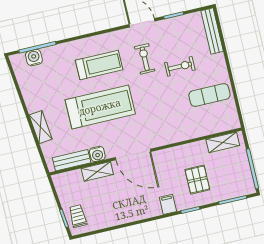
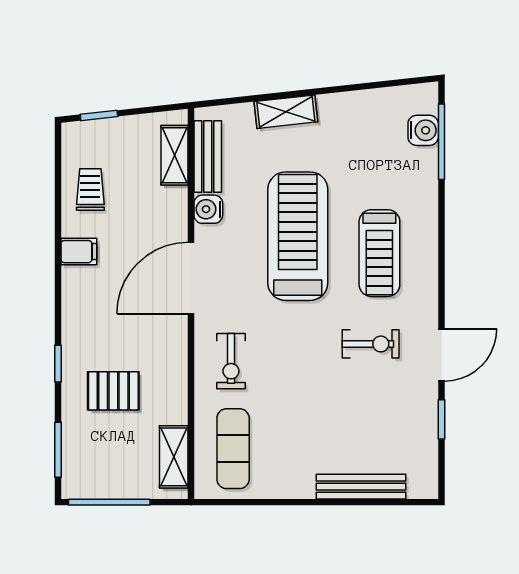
bench: (212, 31) -> (361, 487), moved
exercise bike: (180, 66) -> (231, 361), moved
exercise mat: (209, 95) -> (233, 449), moved
treadmill: (100, 107) -> (298, 236), turned 180
shelving: (97, 171) -> (174, 155), moved
filing cabinet: (168, 204) -> (79, 252), moved
trolley: (78, 216) -> (90, 190), moved, turned -89

